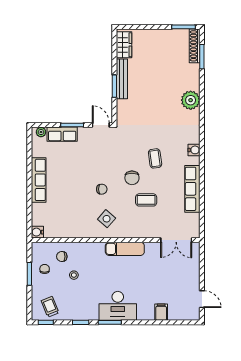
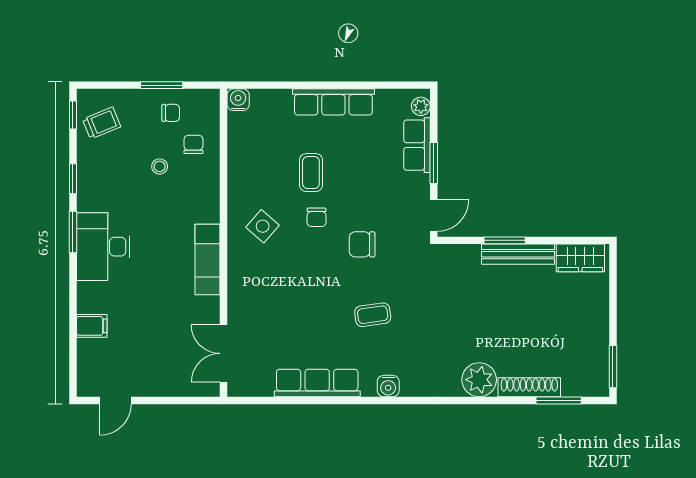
shoe rack: (195, 46) -> (529, 387), moved
chair: (132, 178) -> (362, 244), moved
coffee table: (146, 200) -> (311, 173), moved

